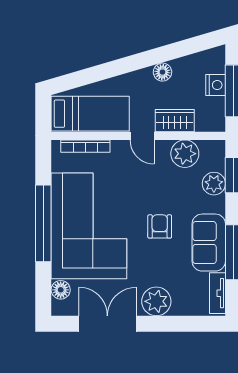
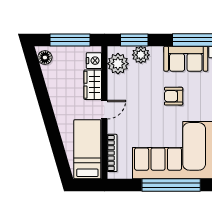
floor lamp: (162, 72) -> (45, 58), moved
nightstand: (216, 85) -> (94, 61), moved, turned 90
plant: (185, 154) -> (118, 64), moved

